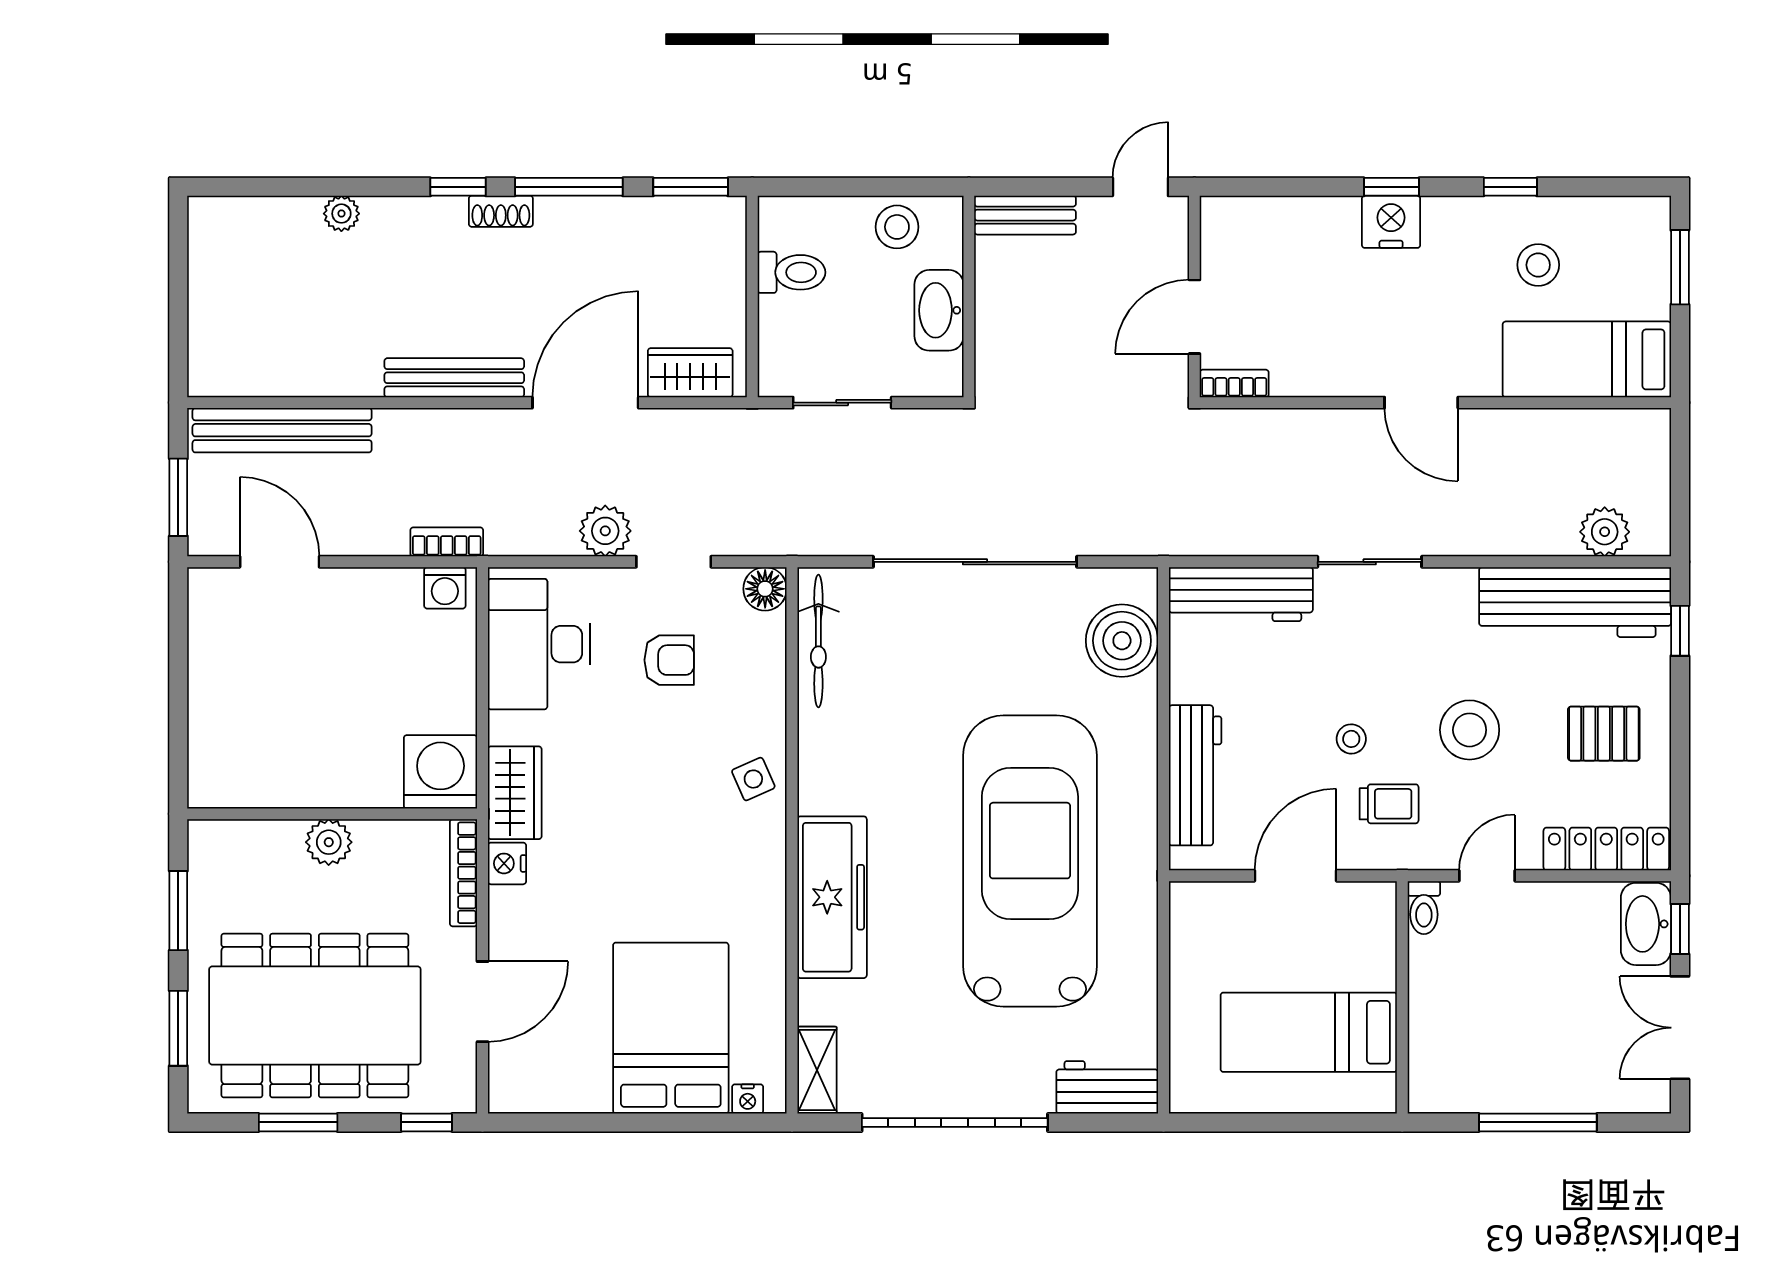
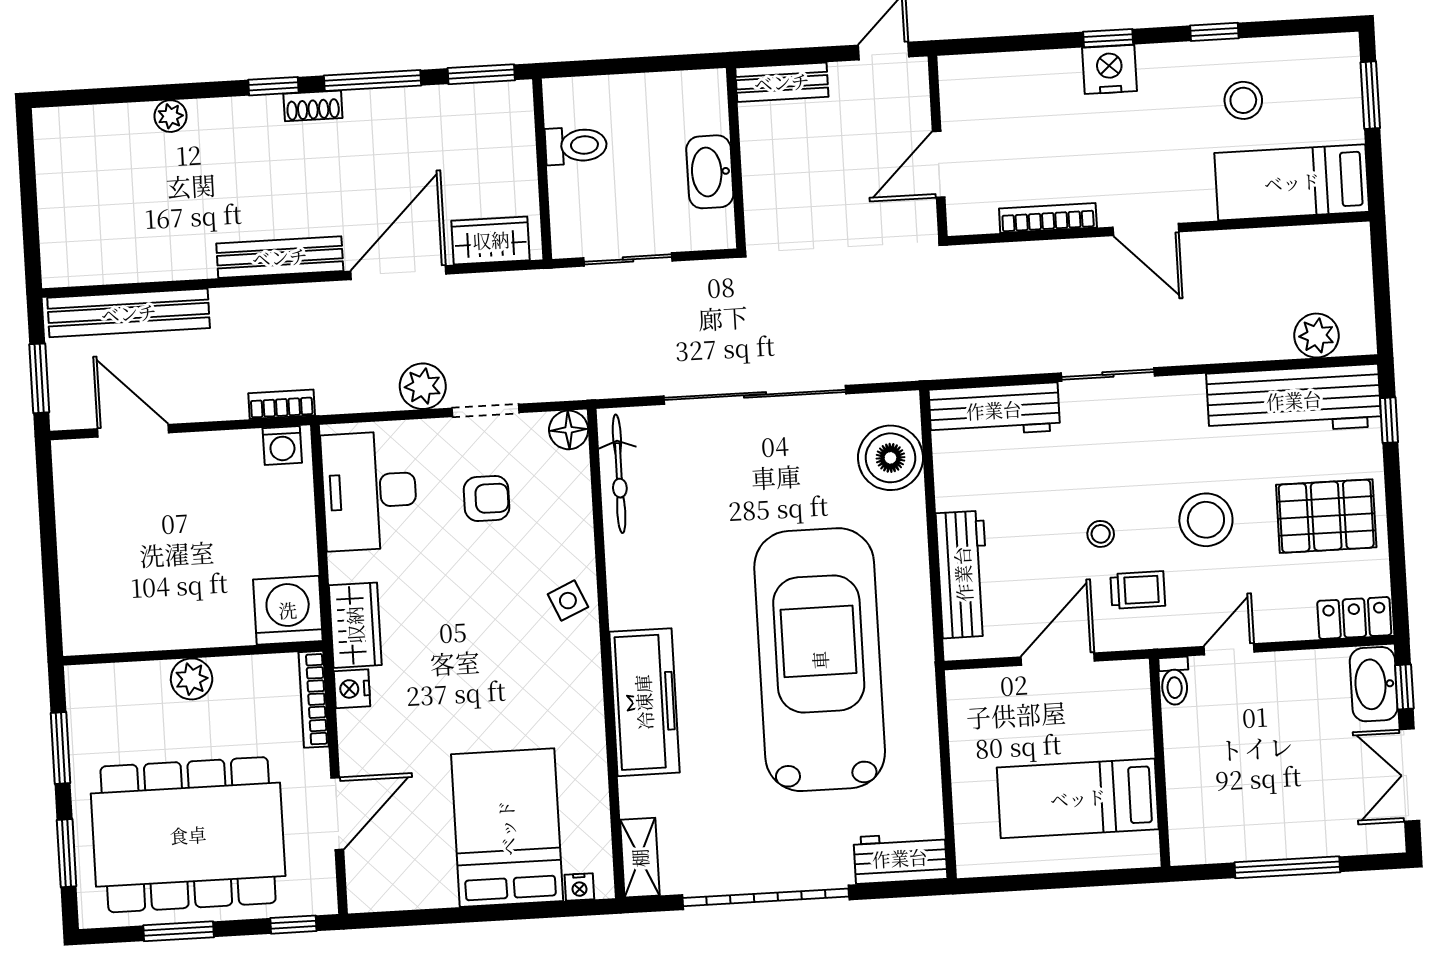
stool: (897, 227) -> (668, 99), removed
bookcase: (1234, 384) -> (1048, 218), moved, width x1.56
pallet: (1604, 734) -> (1326, 516), width x1.50, depth x1.42
locker: (1606, 849) -> (1354, 618), width x0.66

